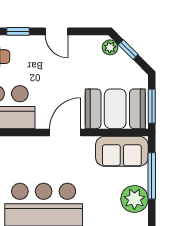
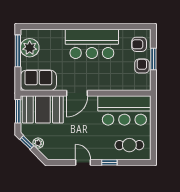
plant: (110, 47) -> (38, 143), moved
window: (128, 50) -> (27, 143), moved
window: (152, 176) -> (18, 51), moved

